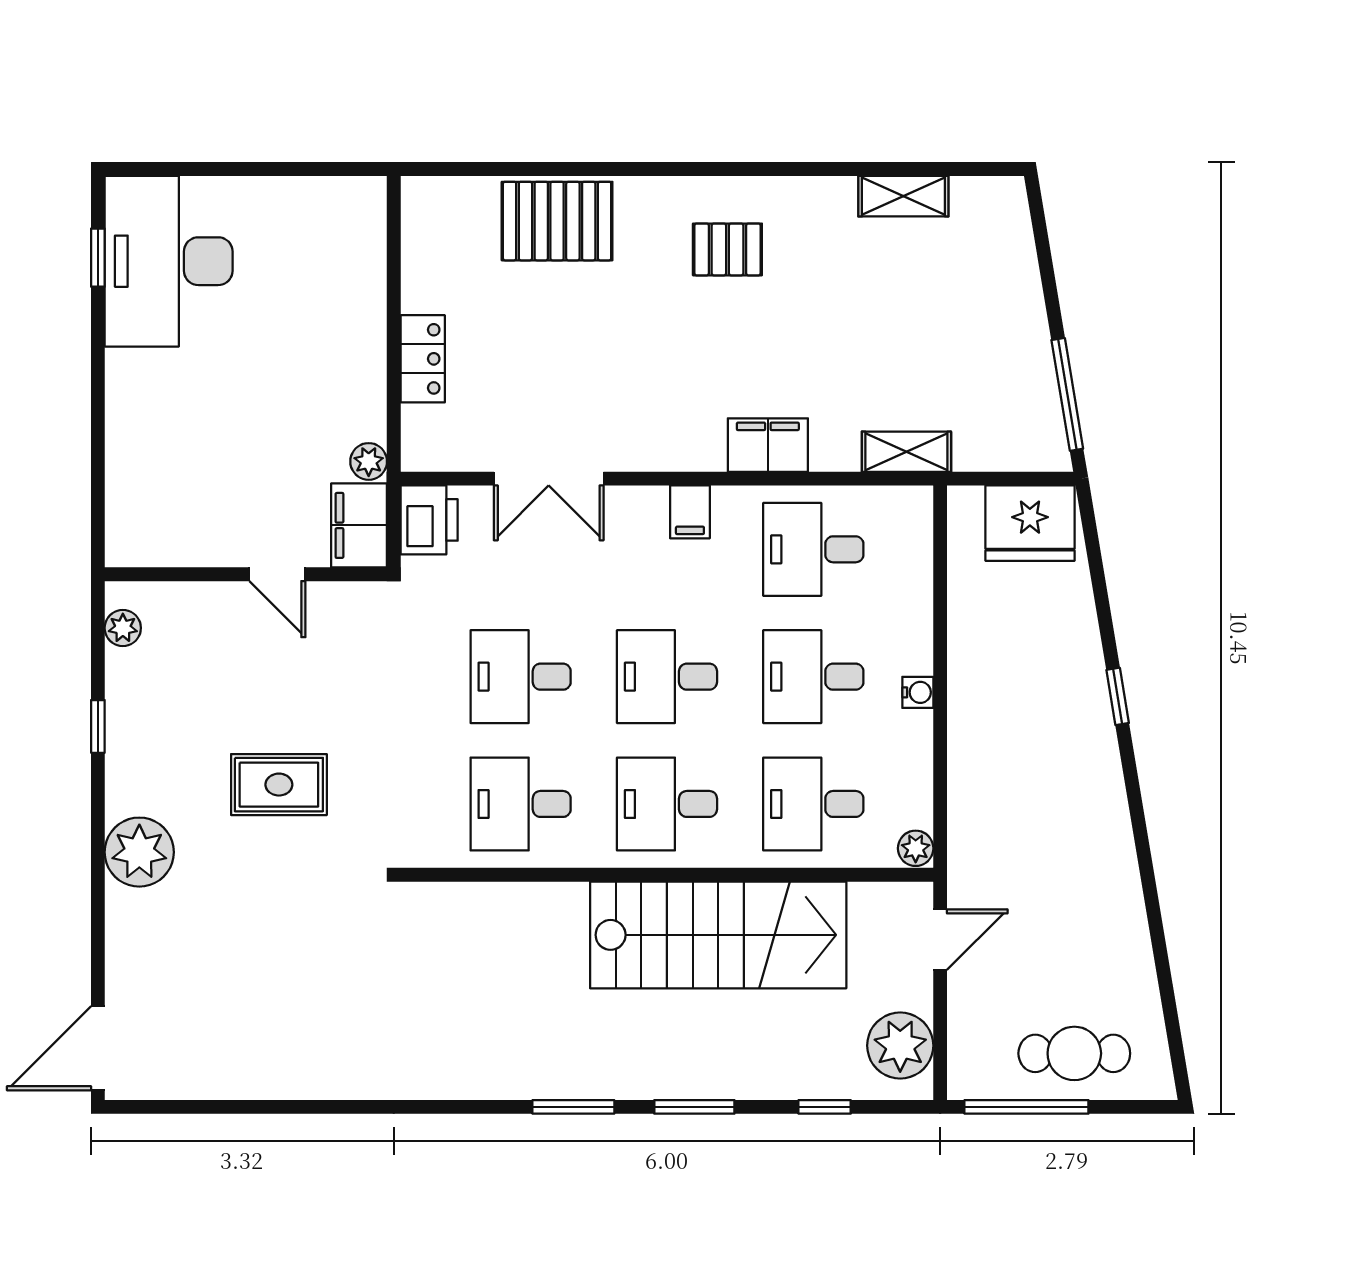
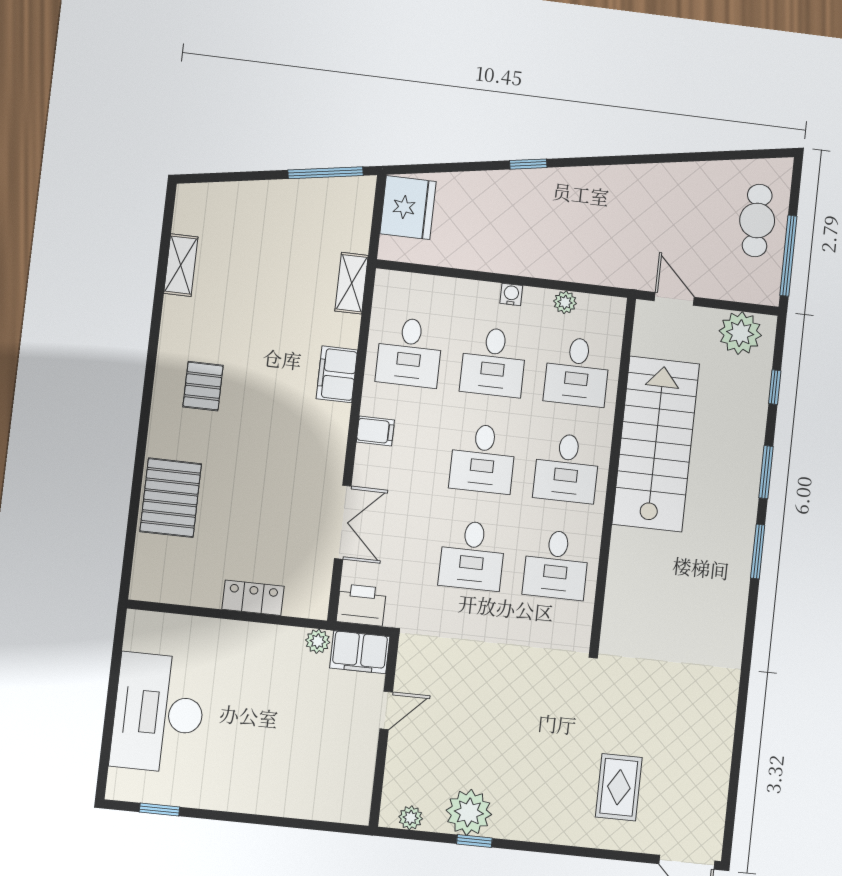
desk: (169, 261) -> (158, 713), moved, turned 90
rug: (279, 785) -> (619, 787), moved
plant: (916, 848) -> (565, 302), moved
plant: (139, 852) -> (469, 812), moved

